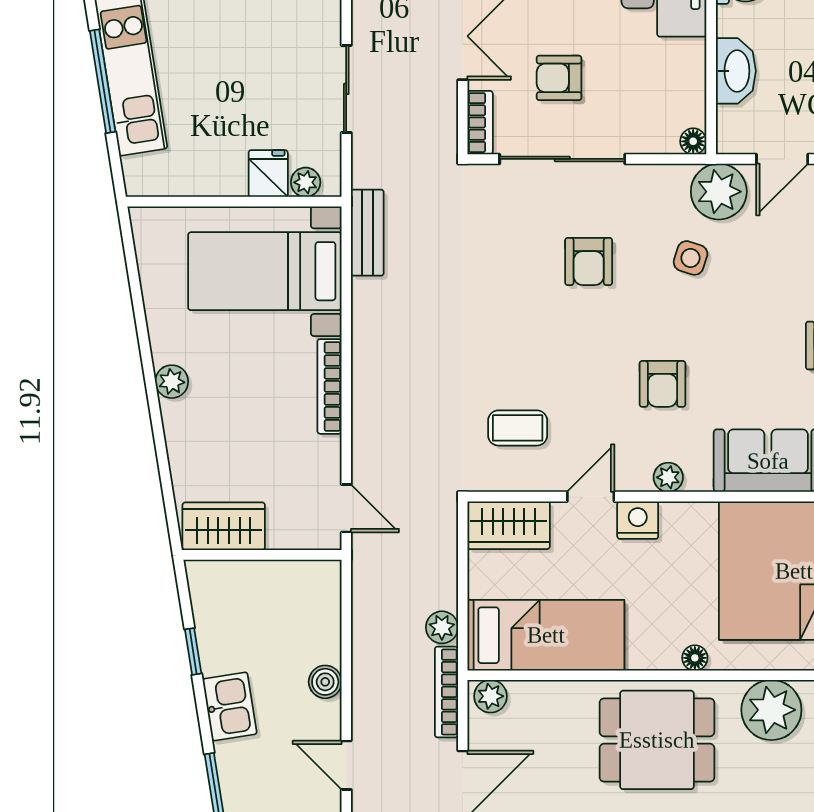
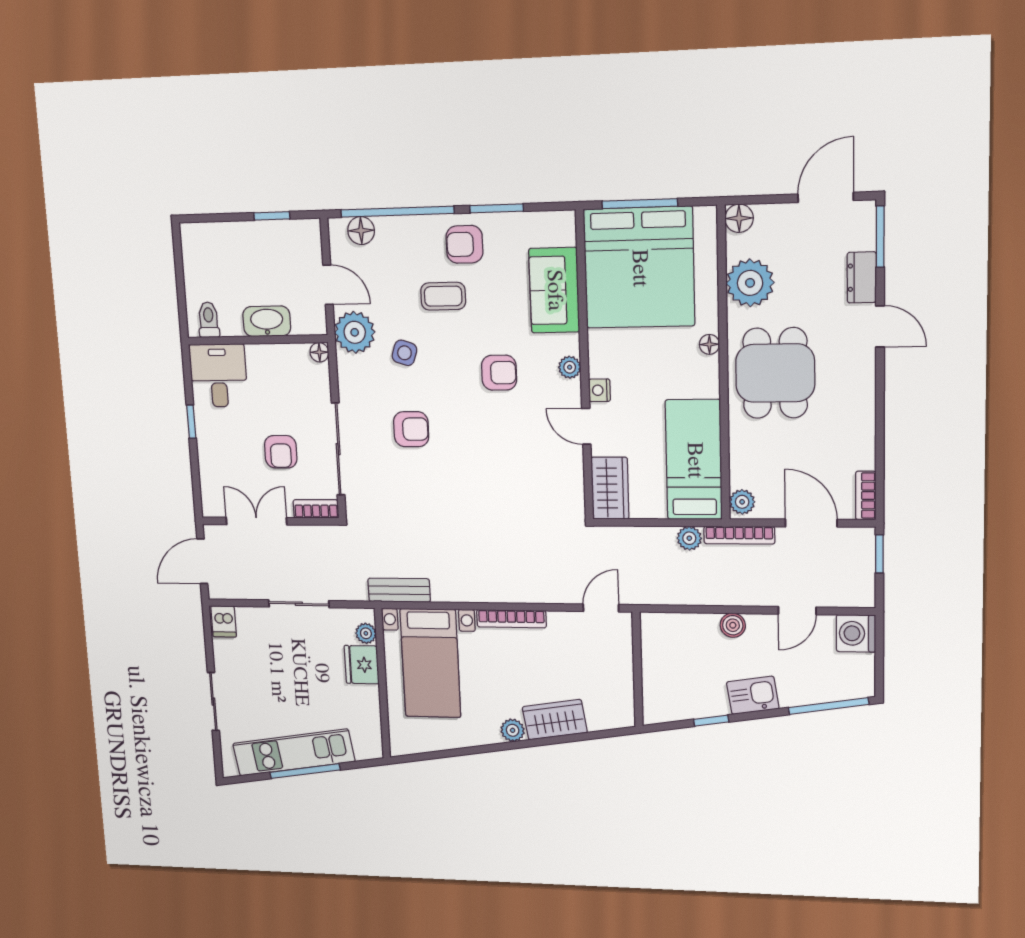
fridge: (268, 174) -> (362, 665), width x1.38
coffee table: (518, 428) -> (443, 296), moved, turned 90
nightstand: (638, 520) -> (599, 390), width x0.72, depth x0.74
wardrobe: (224, 526) -> (555, 720), moved, turned 81

